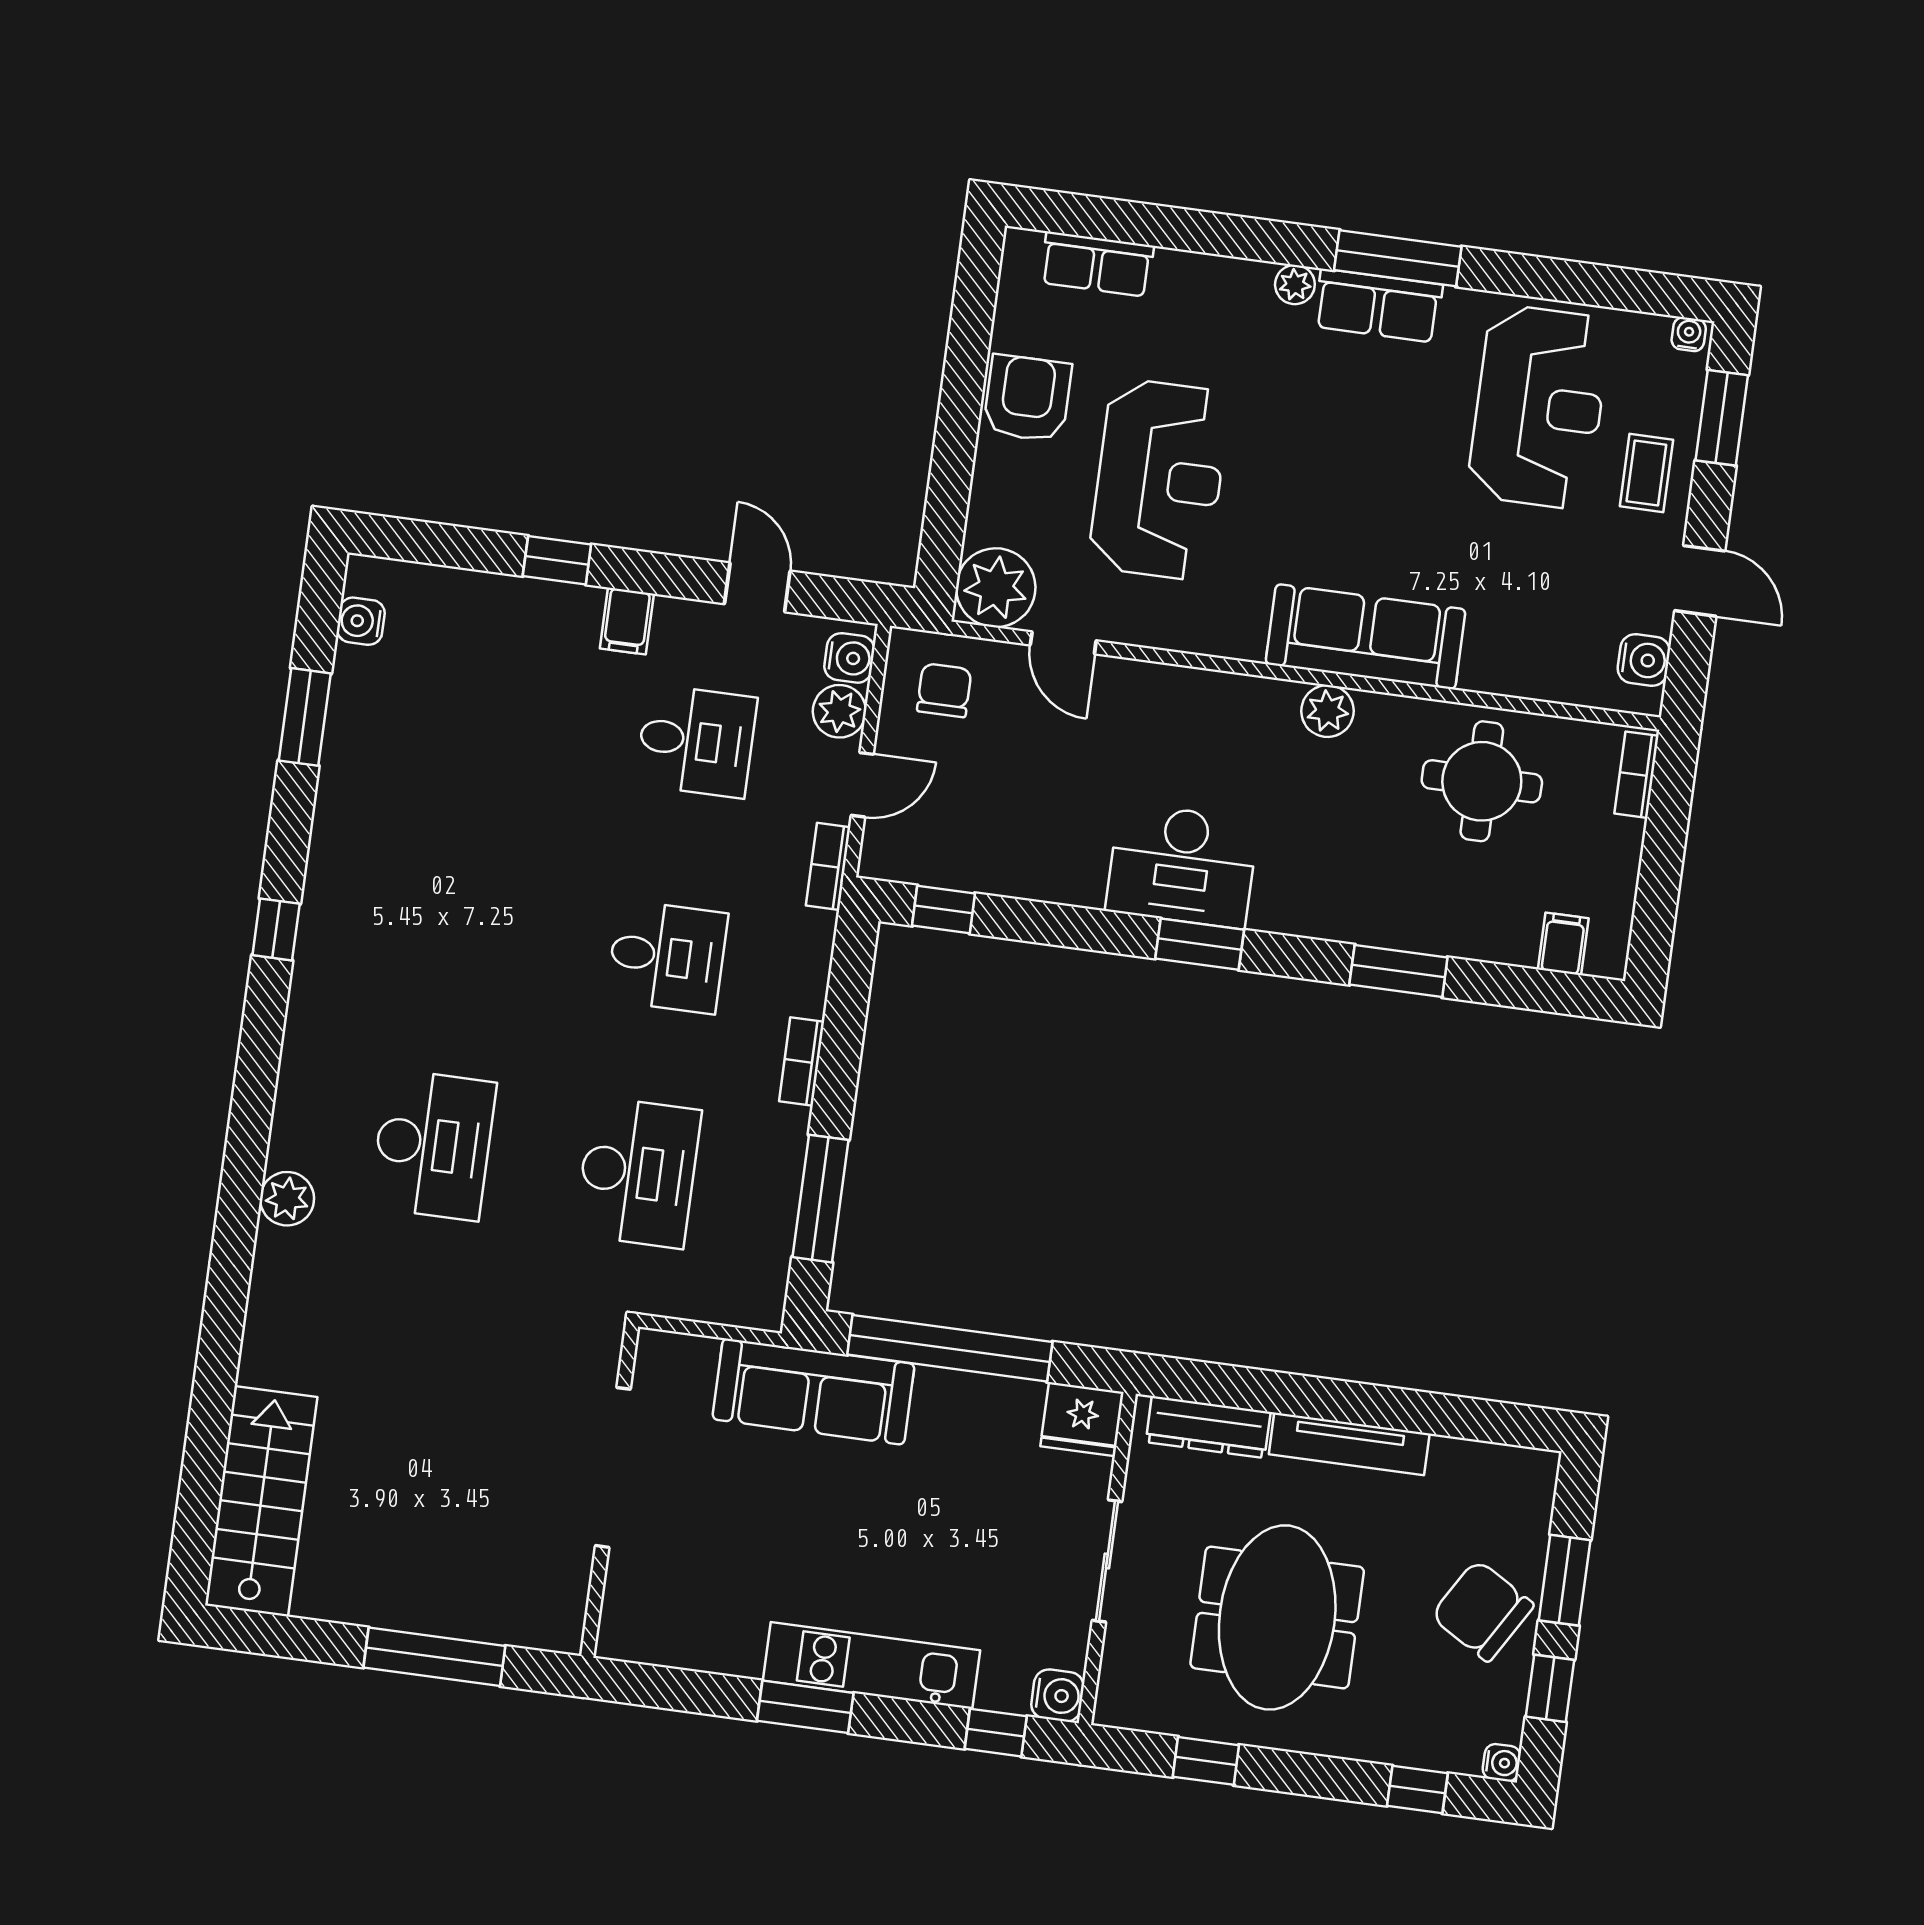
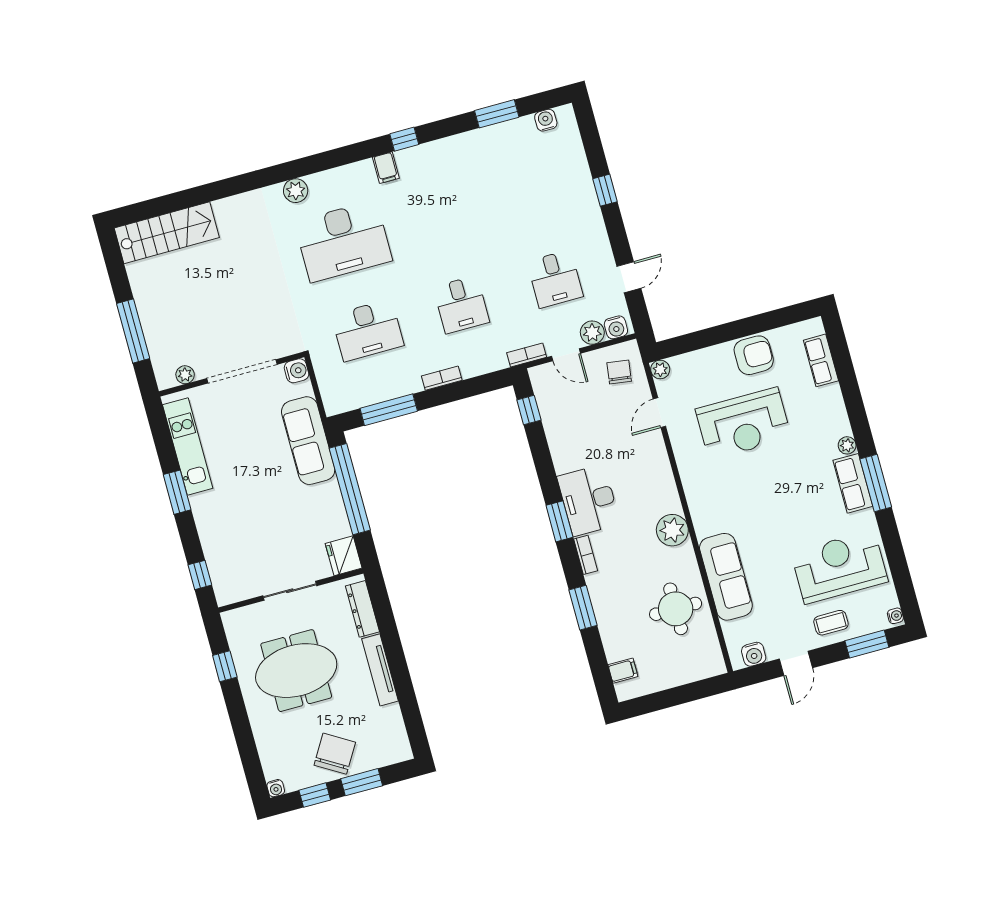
reception desk: (1539, 407) -> (839, 567), turned 180
plant: (996, 588) -> (660, 370), width x0.53, depth x0.53
filing cabinet: (627, 621) -> (386, 168), moved, turned -90
sofa: (1366, 637) -> (726, 577), moved
chair: (944, 690) -> (619, 372), turned -82
plant: (1327, 711) -> (672, 530), width x1.36, depth x1.36
bookcase: (1636, 775) -> (586, 555), moved, turned 90
desk: (433, 1145) -> (343, 241), width x1.36, depth x1.30
plant: (570, 1588) -> (185, 375), added
kitchen unit: (871, 1665) -> (188, 447), moved
water cooler: (1058, 1695) -> (297, 371), moved, turned -90
window: (1417, 1790) -> (250, 758), removed

